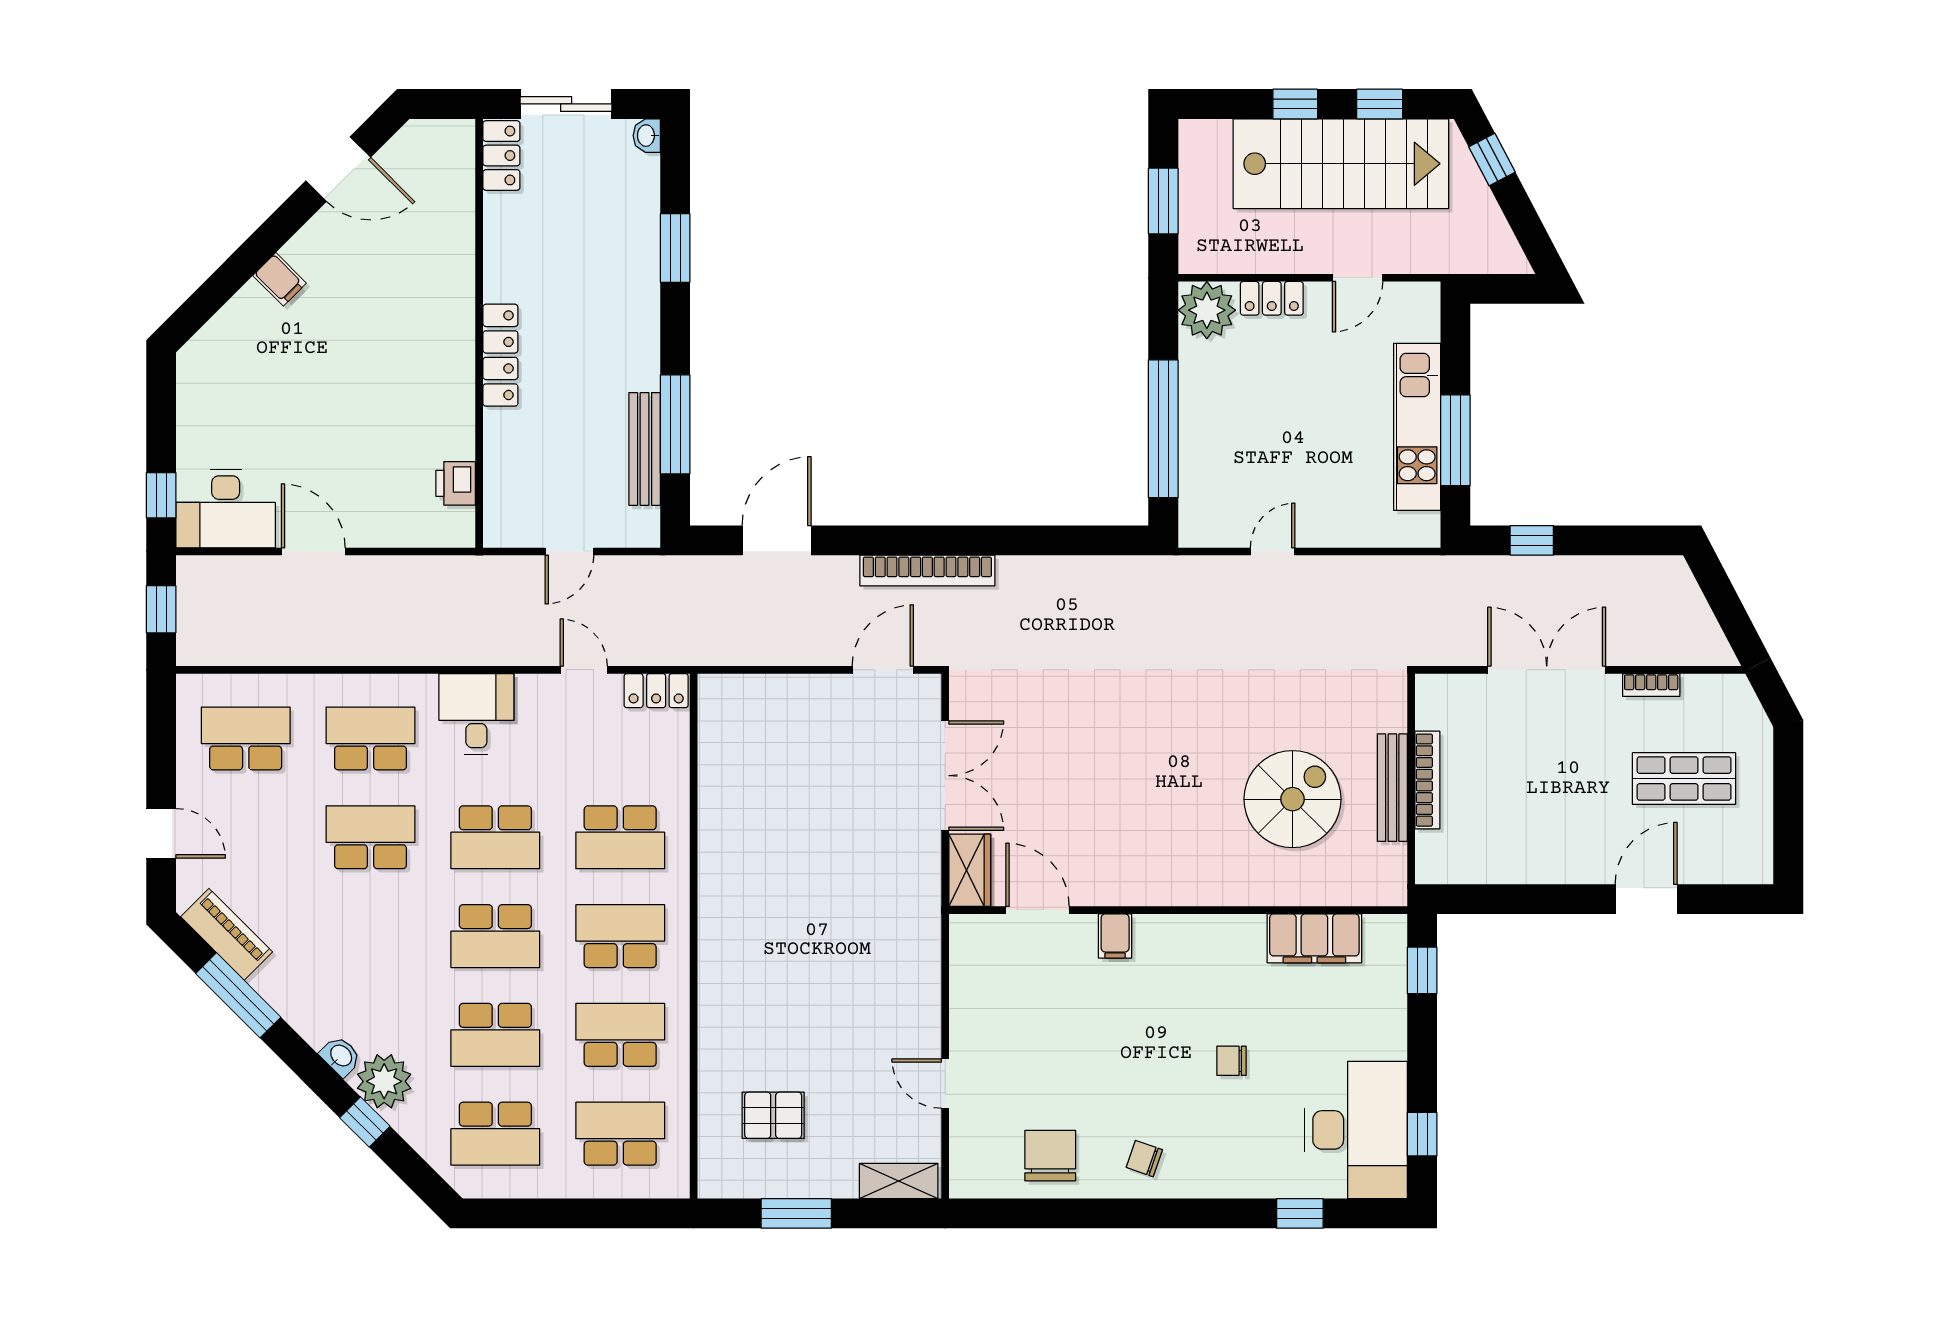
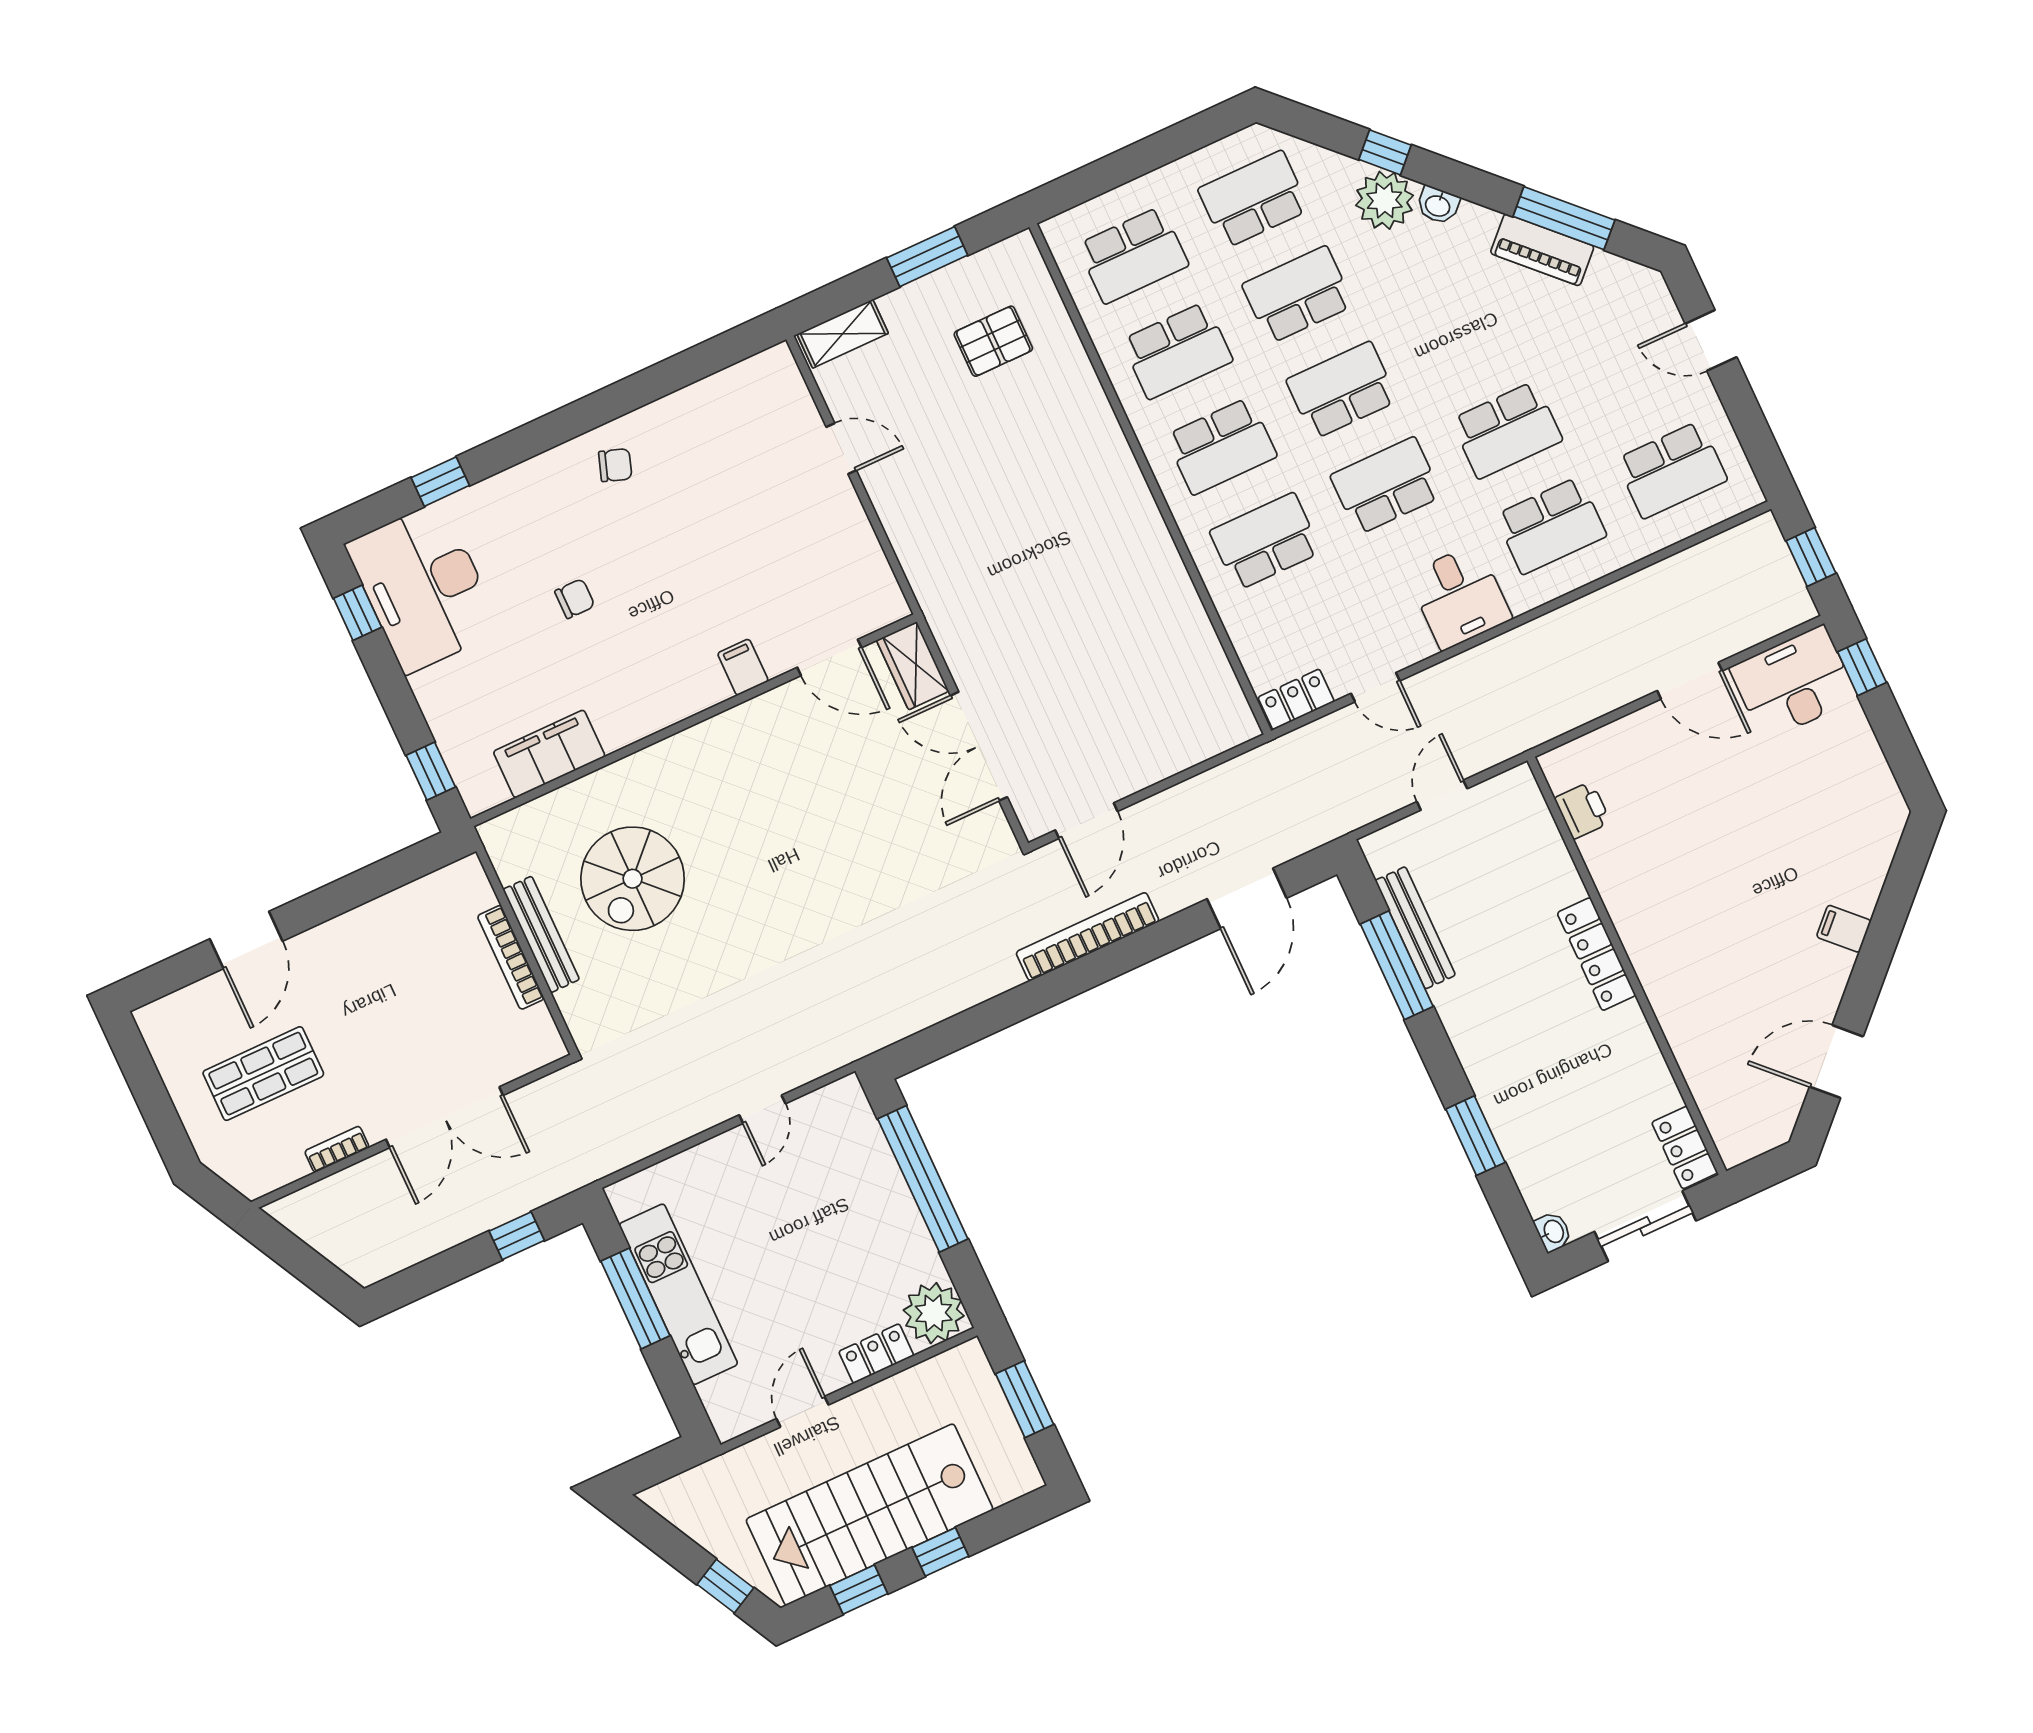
piano: (227, 934) -> (1542, 250), moved
chair: (1050, 1156) -> (707, 426), removed

